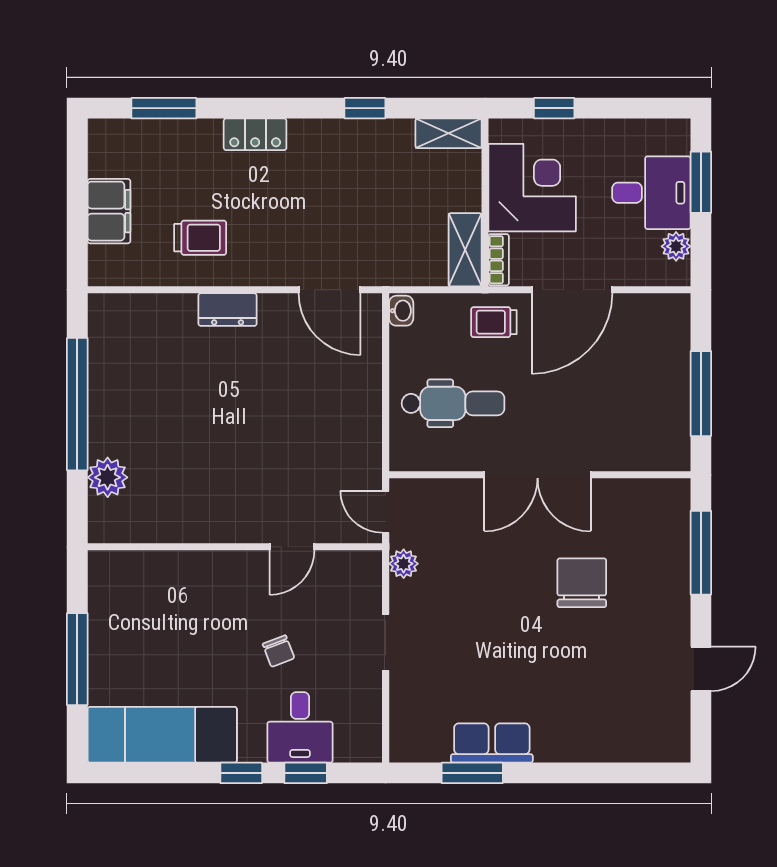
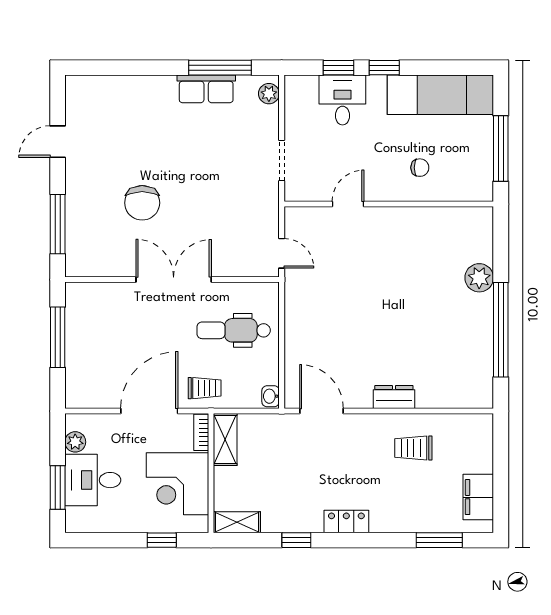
locker: (255, 134) -> (346, 522), moved
filing cabinet: (109, 211) -> (478, 497), moved
wall: (235, 547) -> (389, 204), moved
door: (292, 547) -> (348, 204), moved
plant: (404, 564) -> (269, 94), moved
chair: (278, 651) -> (420, 168), moved, turned 111
window: (472, 773) -> (220, 68), width x1.44

